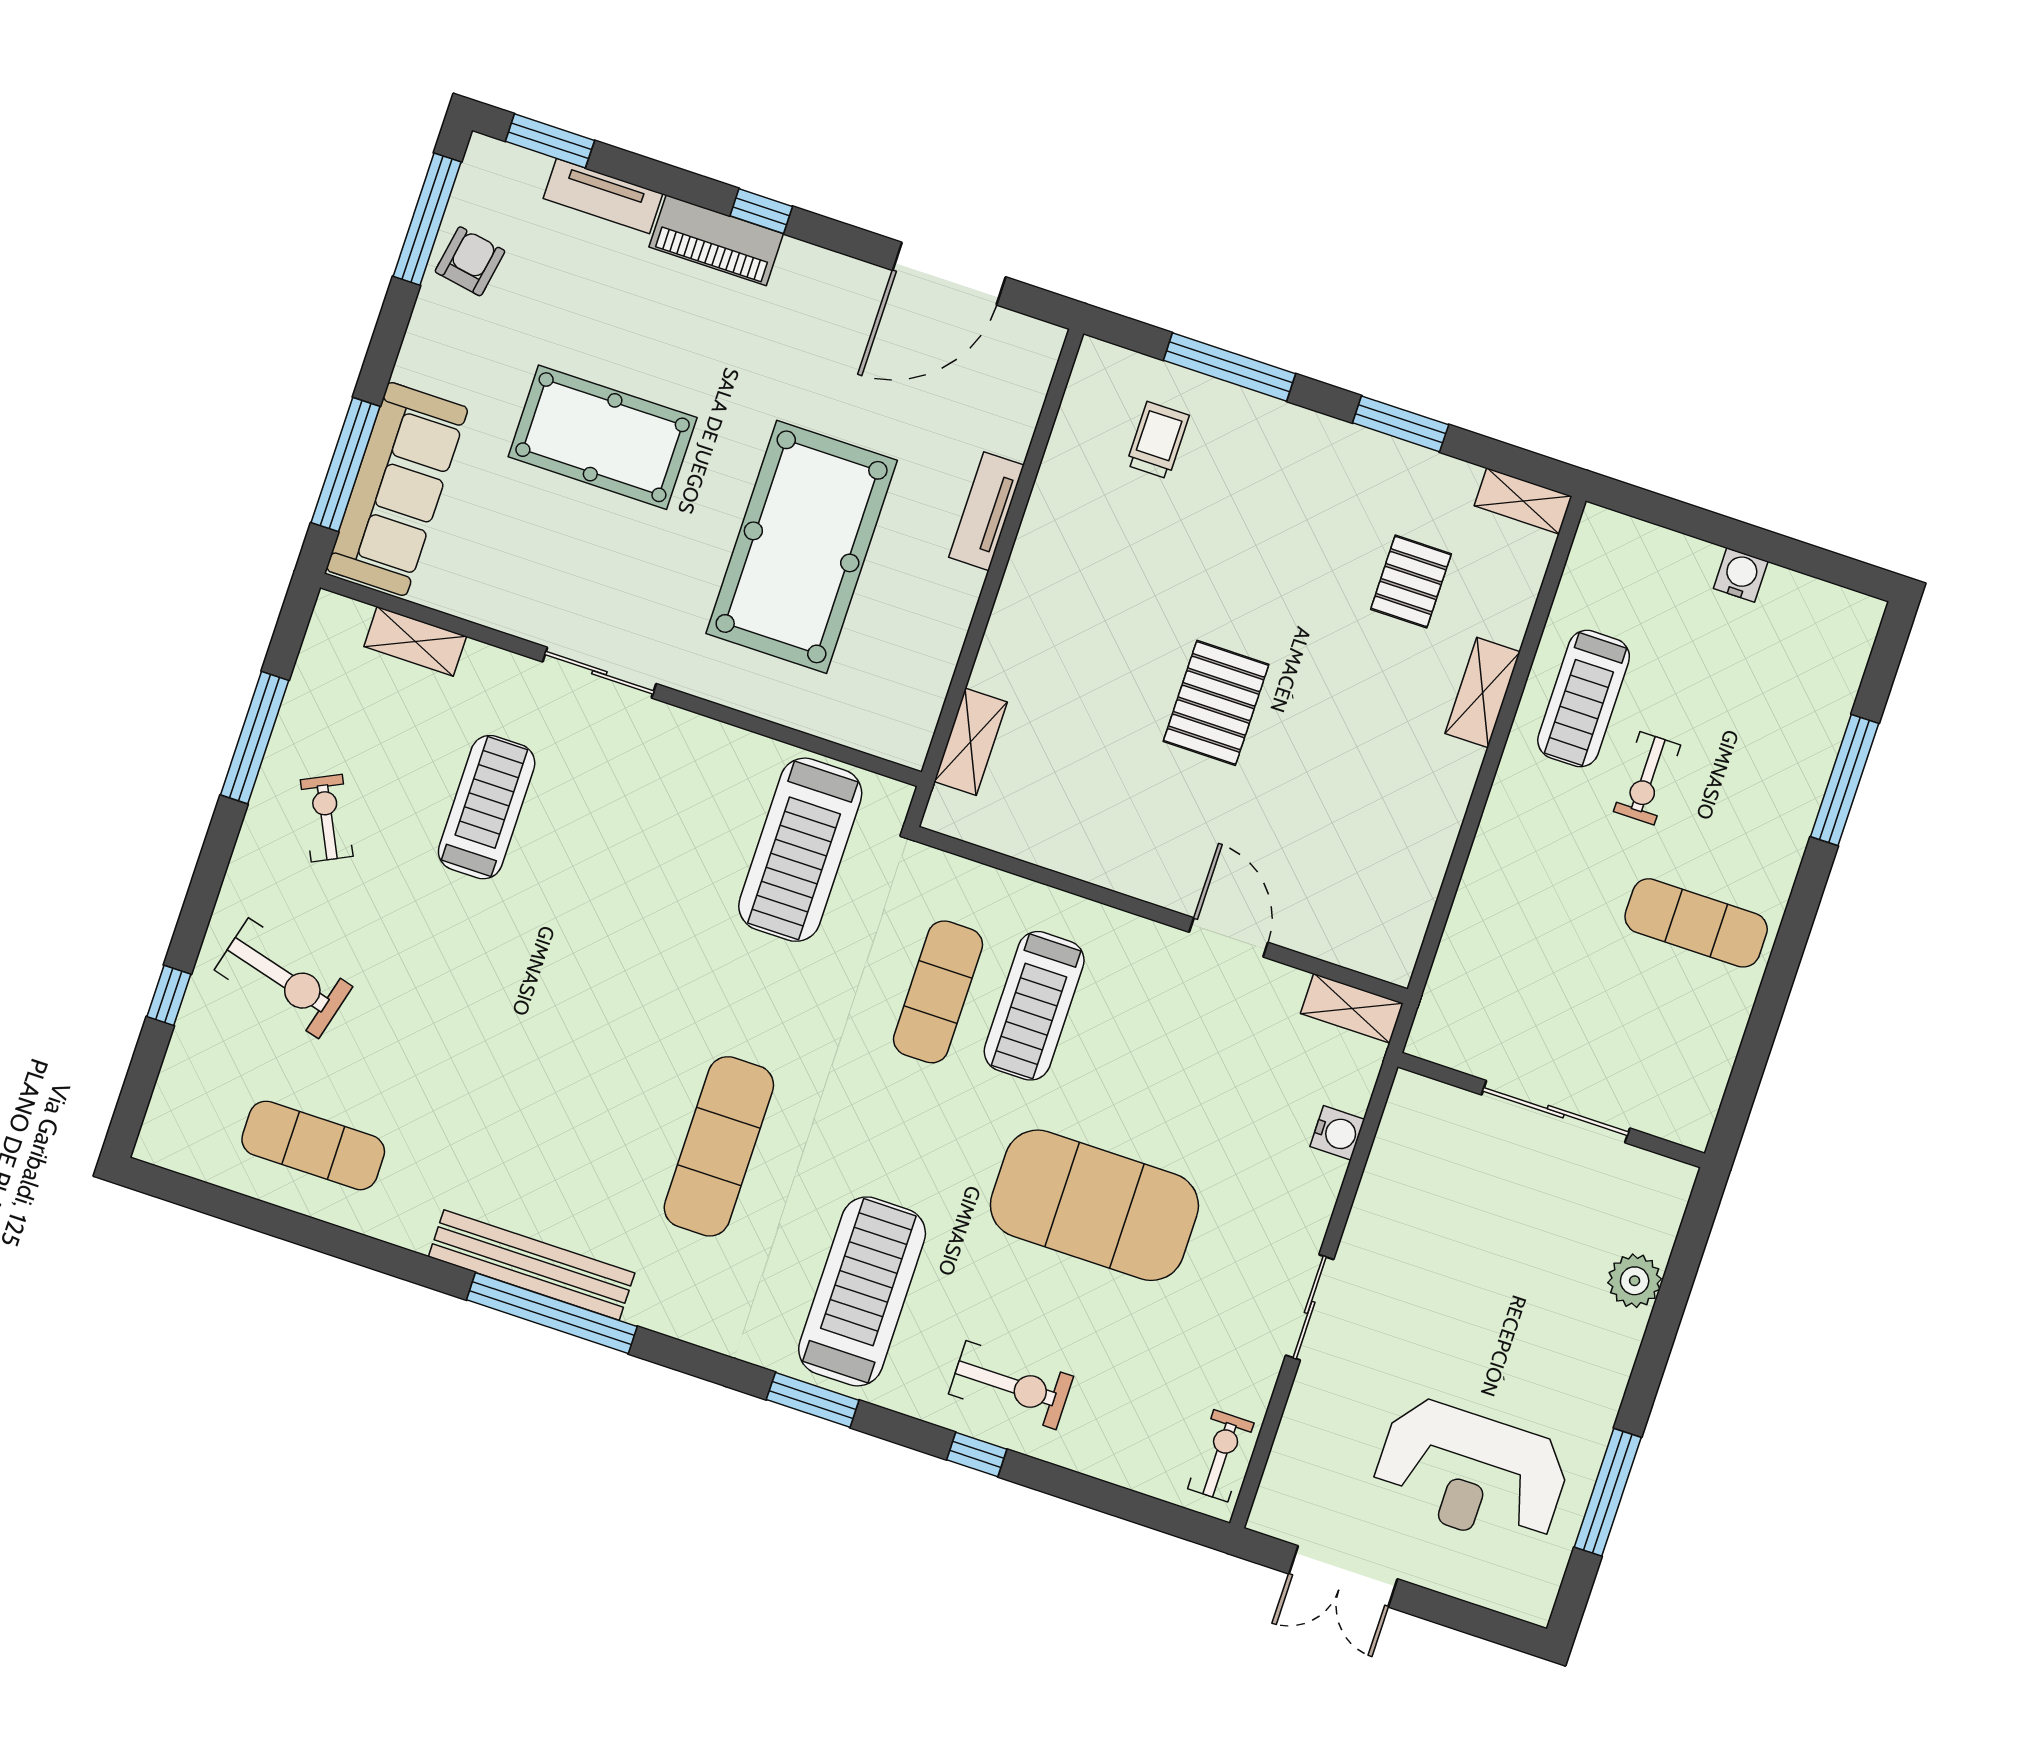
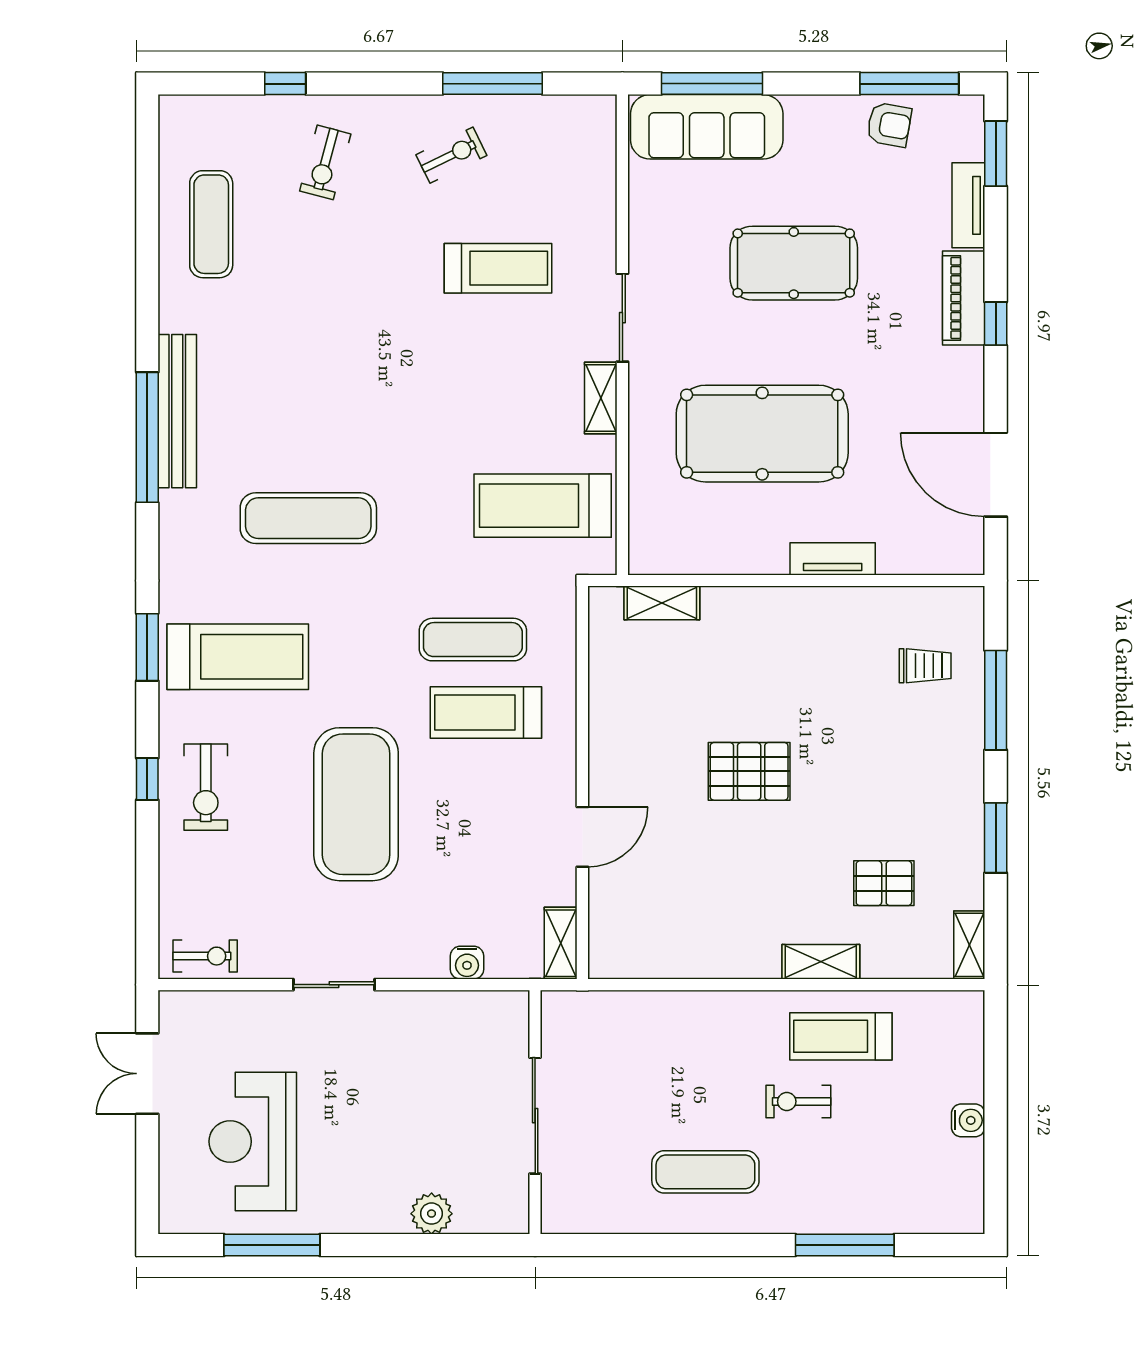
pool table: (603, 437) -> (794, 263), turned 90
shelving: (415, 641) -> (601, 398), moved
exercise mat: (1696, 923) -> (705, 1172), turned 90
exercise bike: (283, 978) -> (325, 162), width x0.73, depth x0.72

